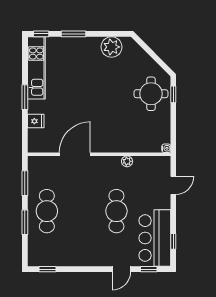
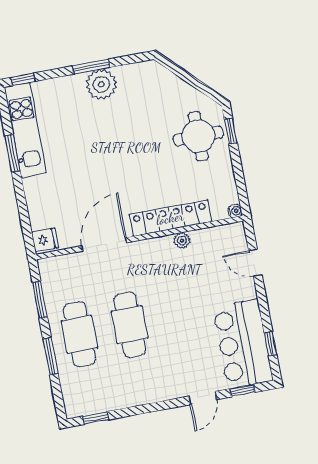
window: (74, 34) -> (91, 67), moved
plant: (112, 47) -> (101, 84), moved
window: (25, 97) -> (12, 153), moved
fridge: (36, 121) -> (45, 240), moved
locker: (122, 145) -> (170, 218), added
door: (173, 185) -> (255, 263), swing flipped
cafe table: (116, 211) -> (130, 325), moved

